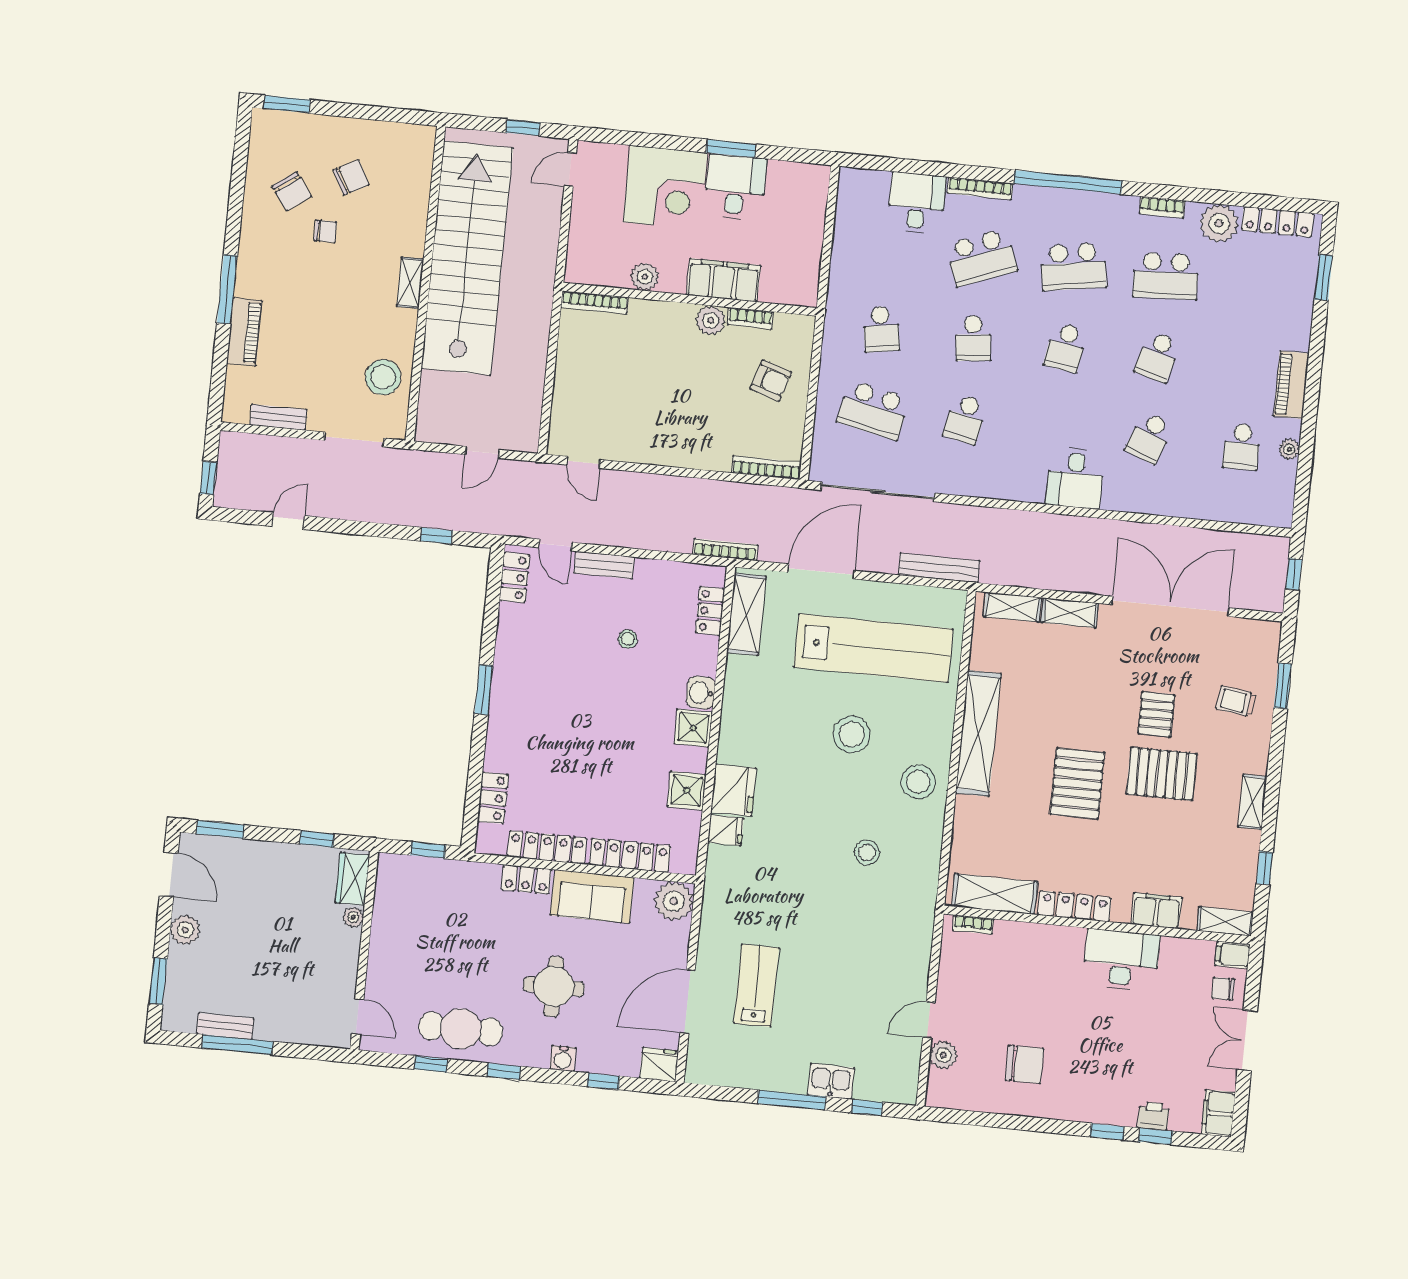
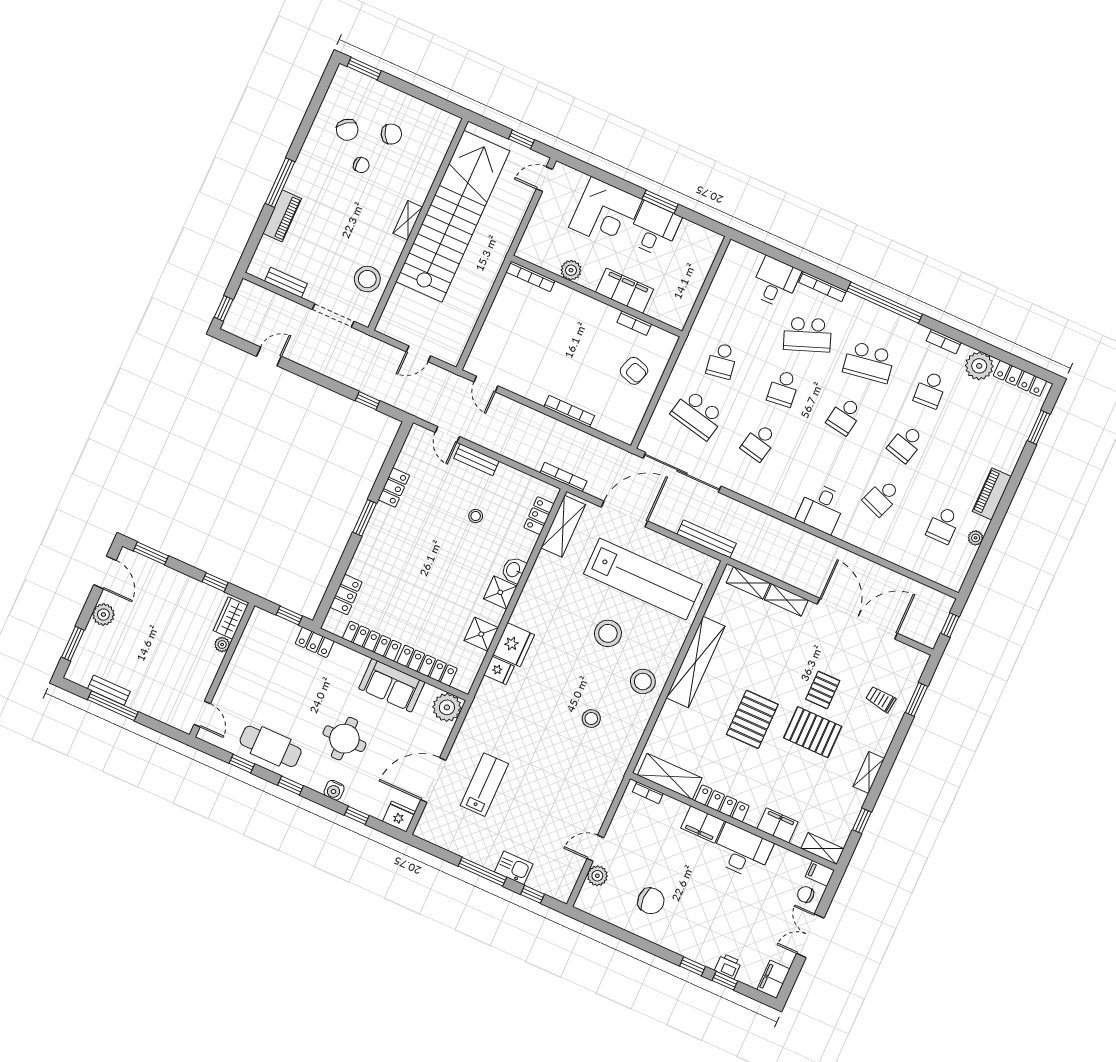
school desk: (1166, 276) -> (930, 390), width x0.54
plant: (711, 320) -> (606, 316), removed
bookcase: (766, 468) -> (569, 411), moved
locker: (515, 577) -> (394, 487), moved
locker: (526, 879) -> (315, 642), moved
filing cabinet: (1059, 942) -> (703, 824), added

